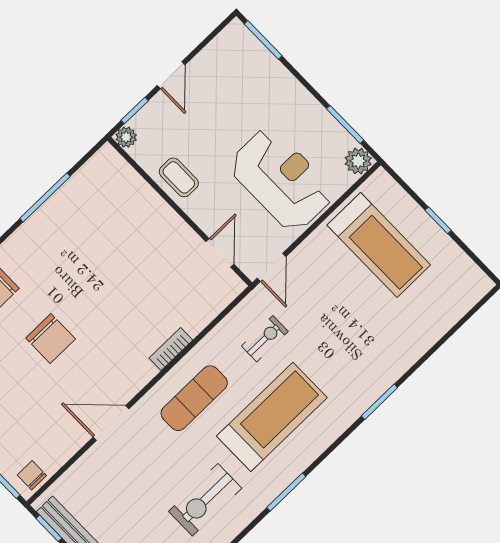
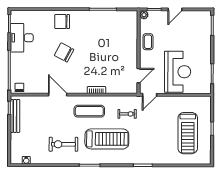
plant: (358, 161) -> (206, 88), removed
treadmill: (379, 245) -> (188, 133), moved
chair: (51, 338) -> (64, 52), turned 118

